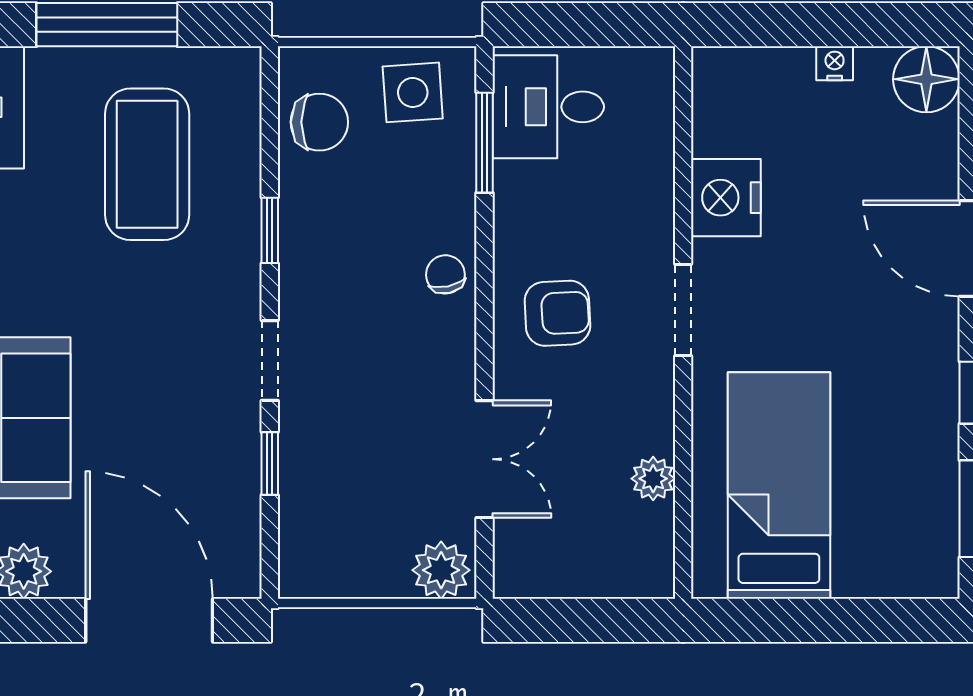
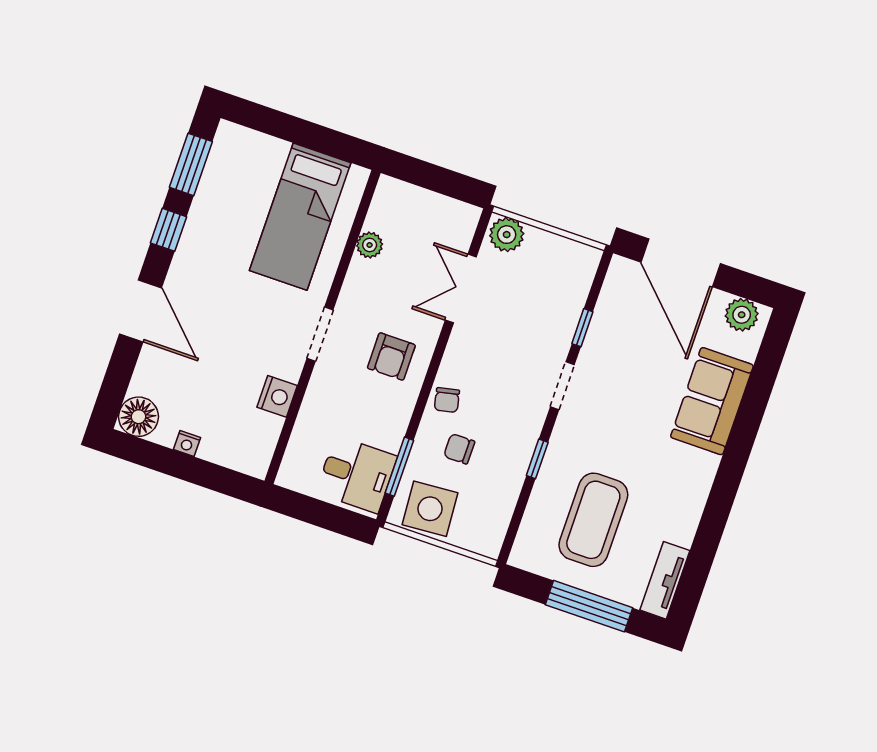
side table: (413, 92) -> (430, 509), width x1.37, depth x1.37
chair: (319, 122) -> (459, 449), moved, width x0.73, depth x0.73
nightstand: (726, 198) -> (277, 396), width x0.74, depth x0.75
armchair: (557, 313) -> (391, 357), turned -87

